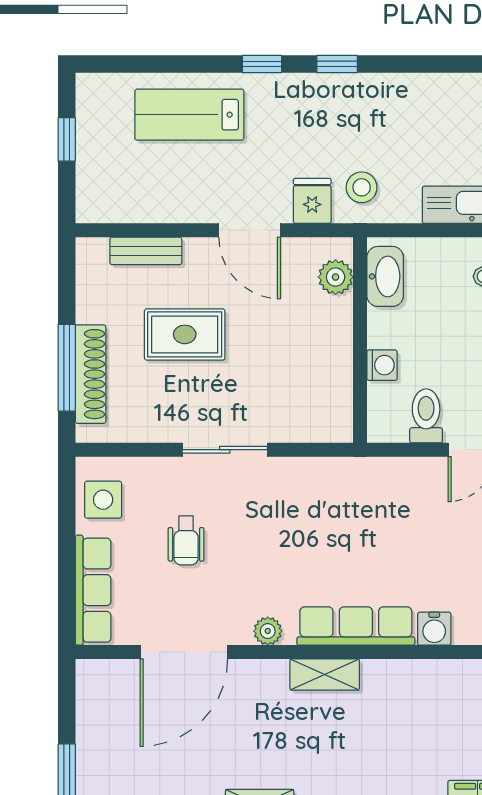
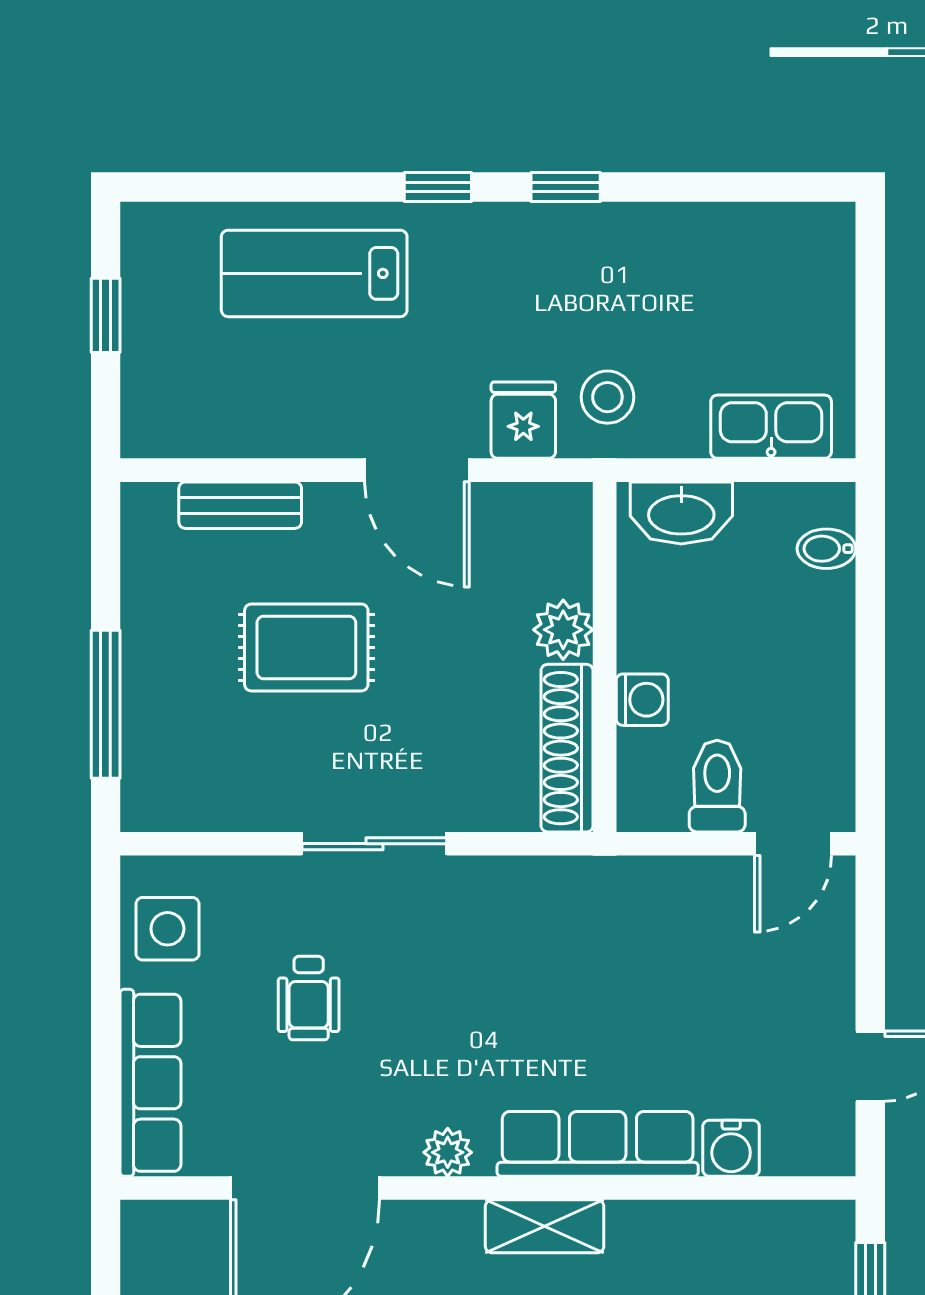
washbasin: (385, 276) -> (681, 513), moved, turned 90
plant: (336, 277) -> (563, 630), moved
shoe rack: (91, 374) -> (567, 748), moved, turned 180

